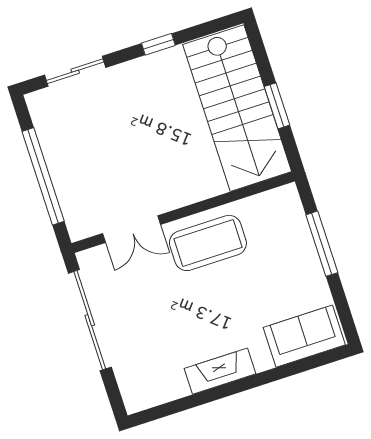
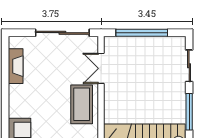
window: (158, 44) -> (189, 112), width x2.17
fireplace: (220, 371) -> (16, 66), moved

